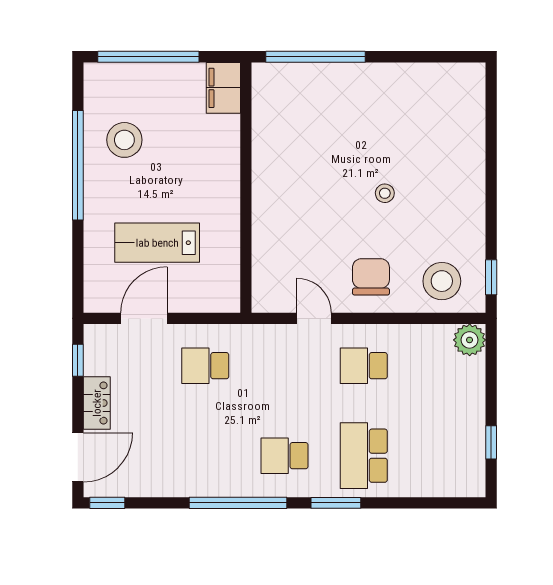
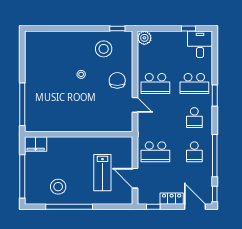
chair: (371, 277) -> (117, 80), turned 90
stool: (442, 281) -> (104, 49), moved
door: (314, 318) -> (135, 105), swing flipped
school desk: (205, 366) -> (155, 152), width x1.85
school desk: (364, 366) -> (155, 83), width x1.85
school desk: (205, 456) -> (194, 152), added
desk: (455, 469) -> (200, 44), added
window: (238, 503) -> (215, 156), moved

